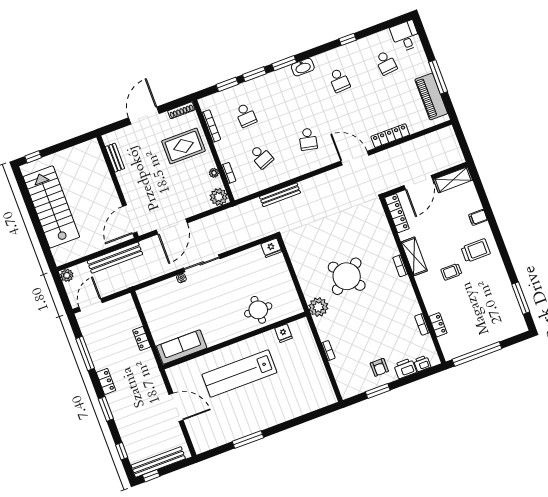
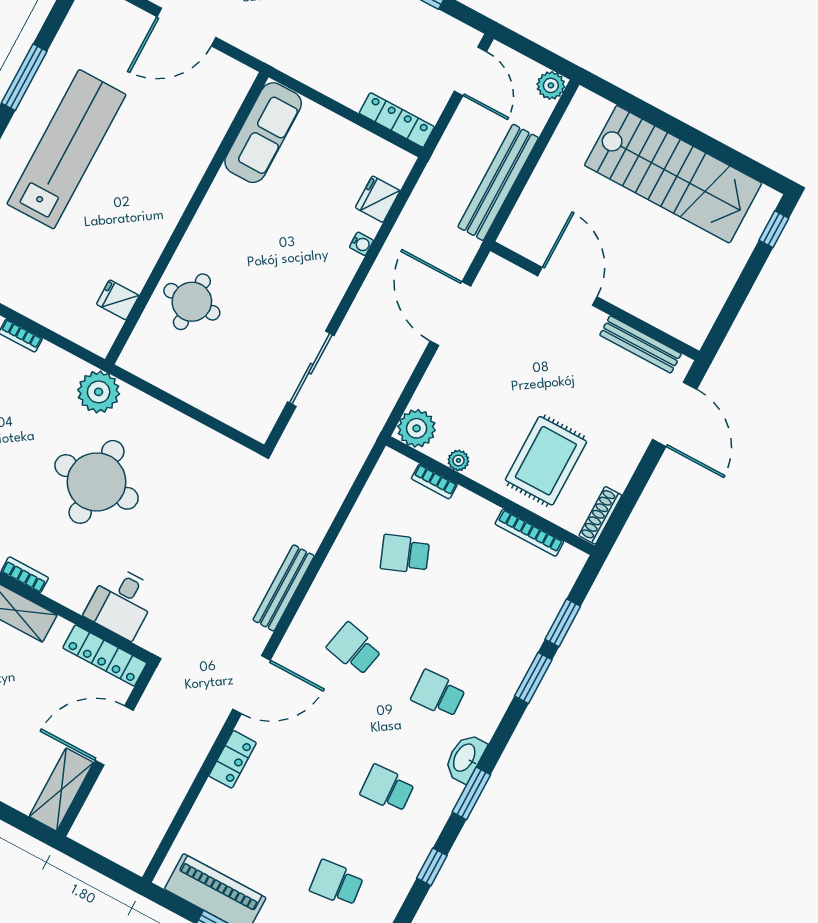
window: (284, 63) -> (471, 793), moved
school desk: (246, 115) -> (438, 694), moved
door: (144, 116) -> (675, 414), moved
locker: (390, 136) -> (233, 759), width x0.66
bench: (115, 158) -> (641, 344), width x1.36
door: (418, 182) -> (114, 736), hinge flipped
bench: (280, 195) -> (284, 588), moved
door: (130, 219) -> (567, 286), moved
desk: (375, 227) -> (121, 603), added
fridge: (271, 248) -> (378, 199), moved
sliding door: (202, 263) -> (311, 369), moved
round table: (347, 276) -> (97, 482), turned 35
locker: (142, 338) -> (397, 120), moved, width x1.53
lab bench: (239, 373) -> (66, 149), moved

